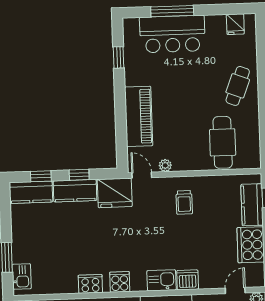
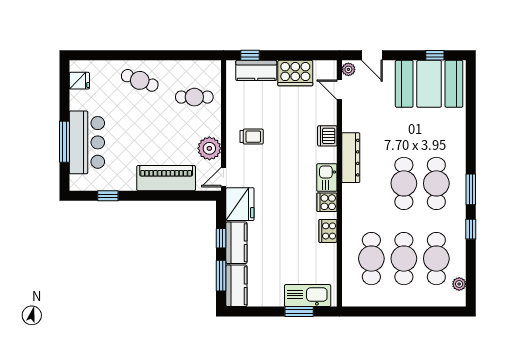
cafe table: (223, 142) -> (194, 97), width x0.73, depth x0.74
plant: (165, 165) -> (209, 148), width x1.88, depth x1.88
window: (41, 176) -> (221, 276), width x1.50
kitchen sink: (22, 276) -> (308, 296), width x1.87, depth x1.24
kitchen sink: (162, 280) -> (327, 178), moved

